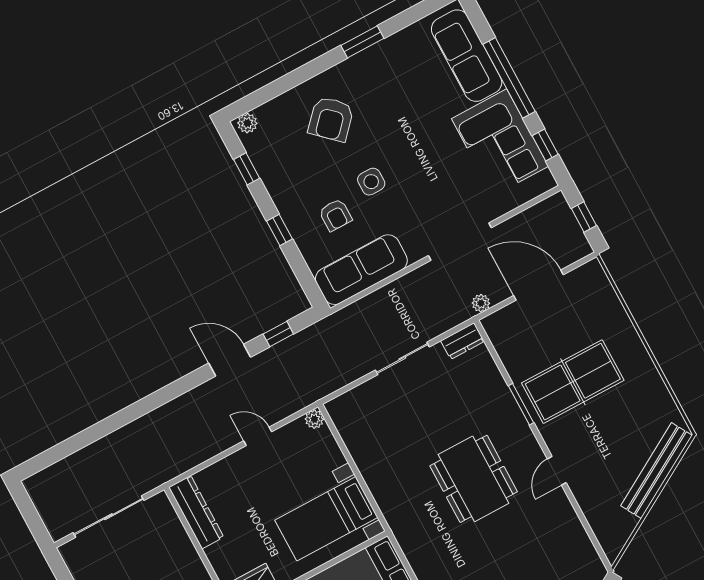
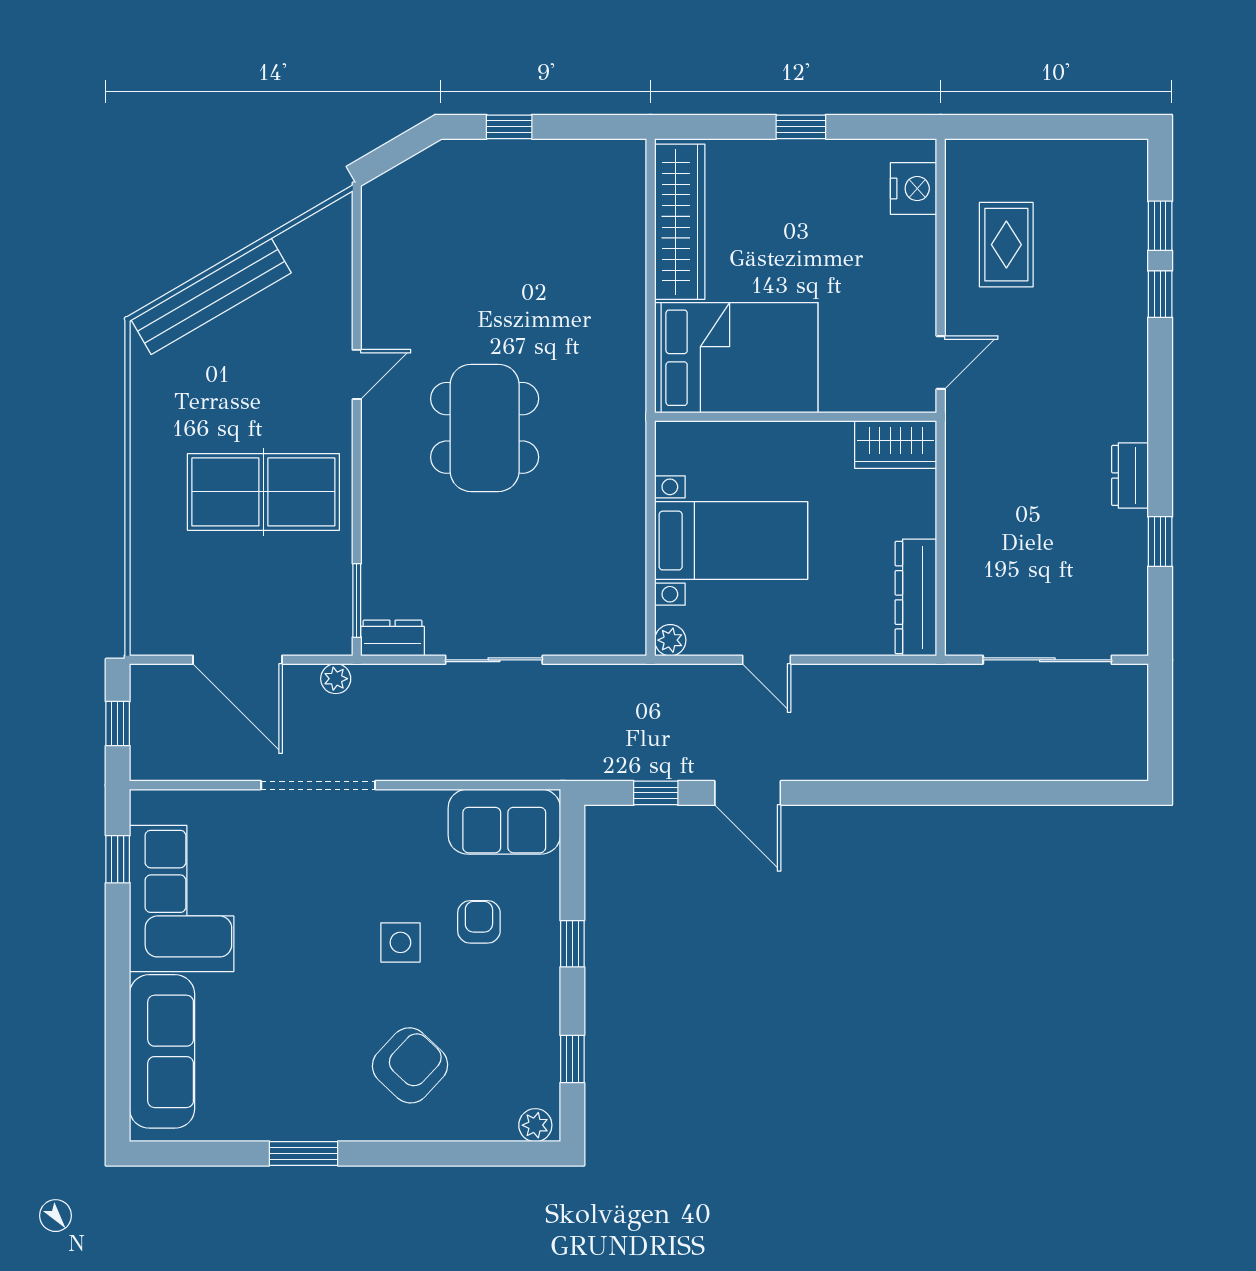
window: (509, 78) -> (118, 986), removed
sofa: (361, 270) -> (504, 822), width x0.73
window: (521, 404) -> (357, 600), moved
bed with nightstands: (326, 519) -> (731, 541), moved

